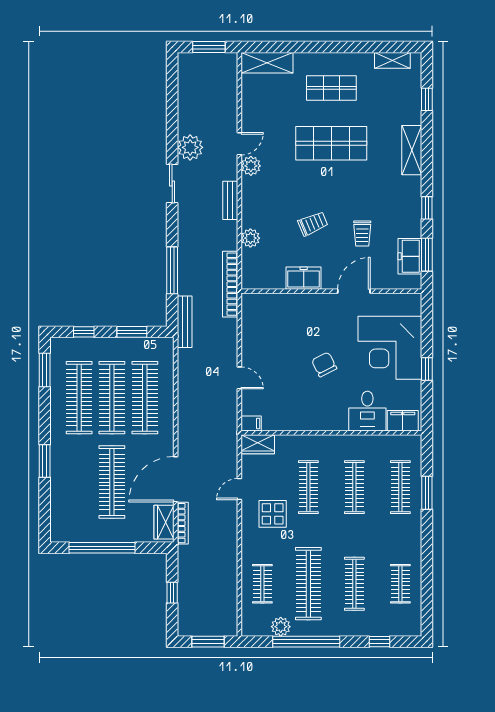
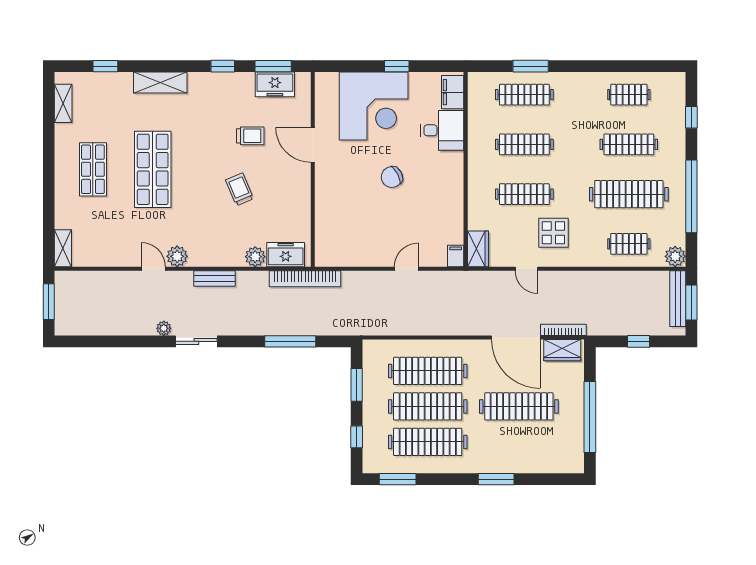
shelving: (267, 63) -> (63, 248), width x0.67, depth x0.75
plant: (190, 147) -> (164, 328), width x0.53, depth x0.53
freezer: (304, 278) -> (286, 255), moved, turned 90
bench: (185, 322) -> (678, 299), moved, turned 90
plant: (281, 627) -> (675, 256), moved

